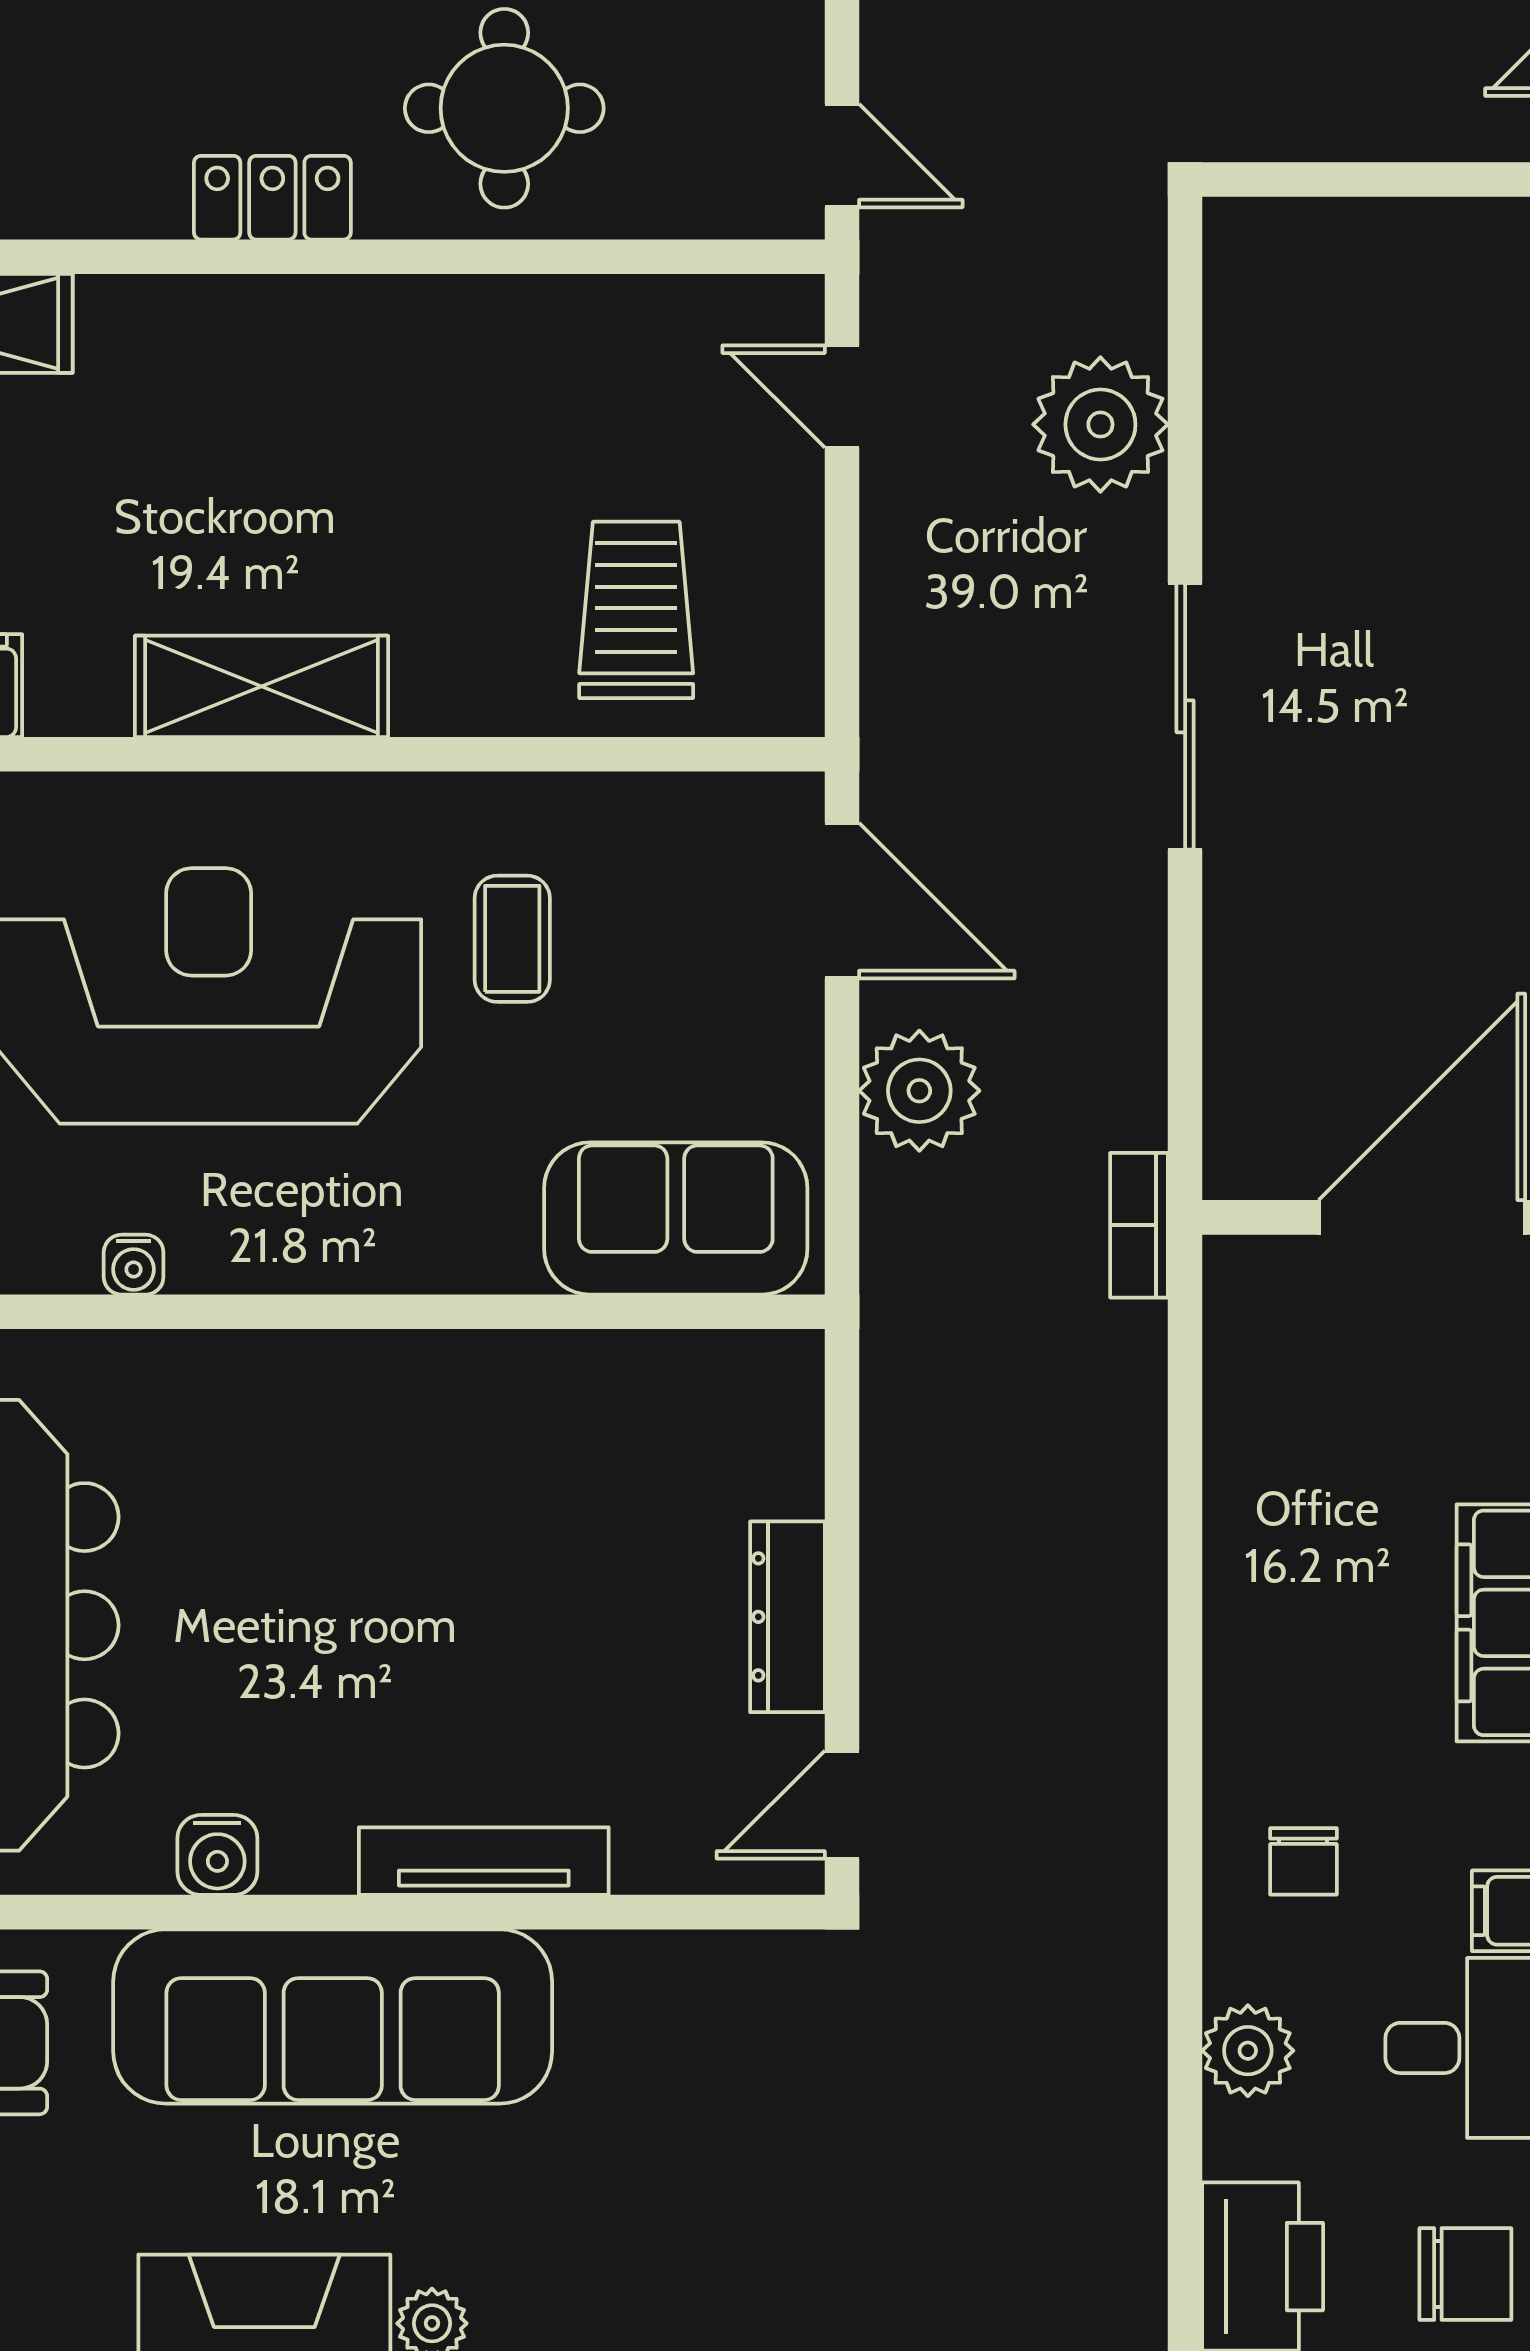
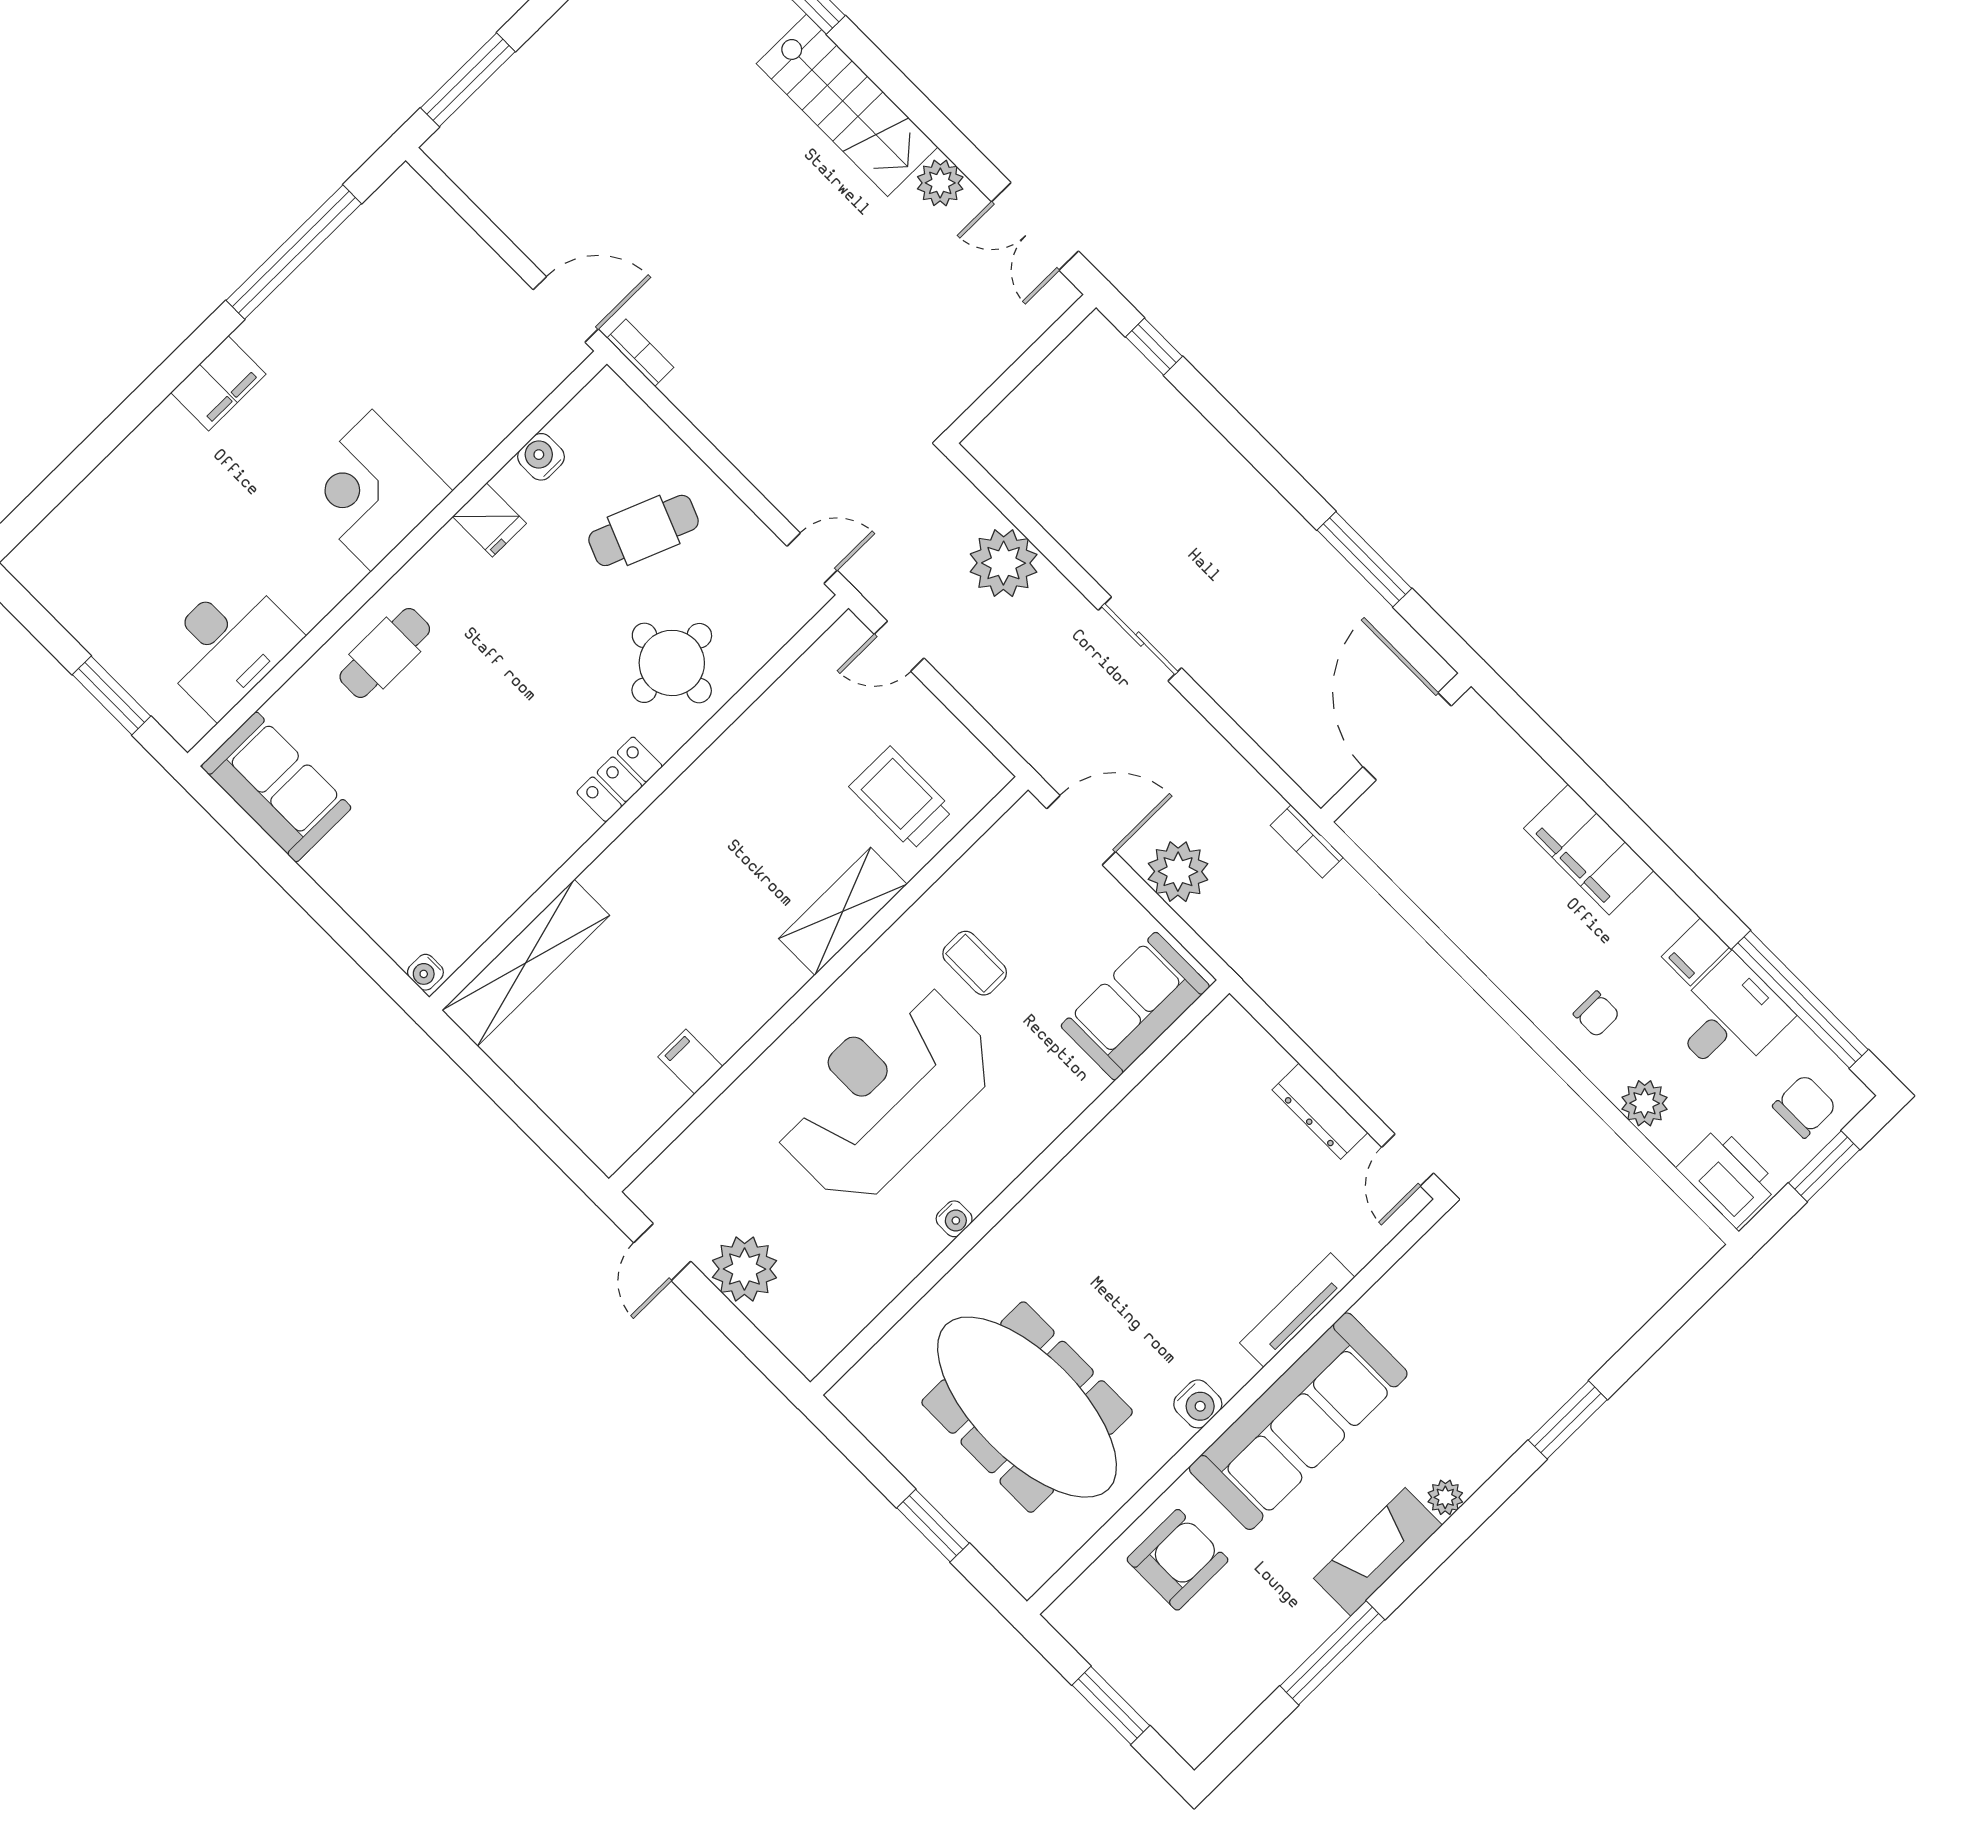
shelving: (262, 686) -> (843, 911), moved
sliding door: (1185, 716) -> (1140, 639), width x0.73

